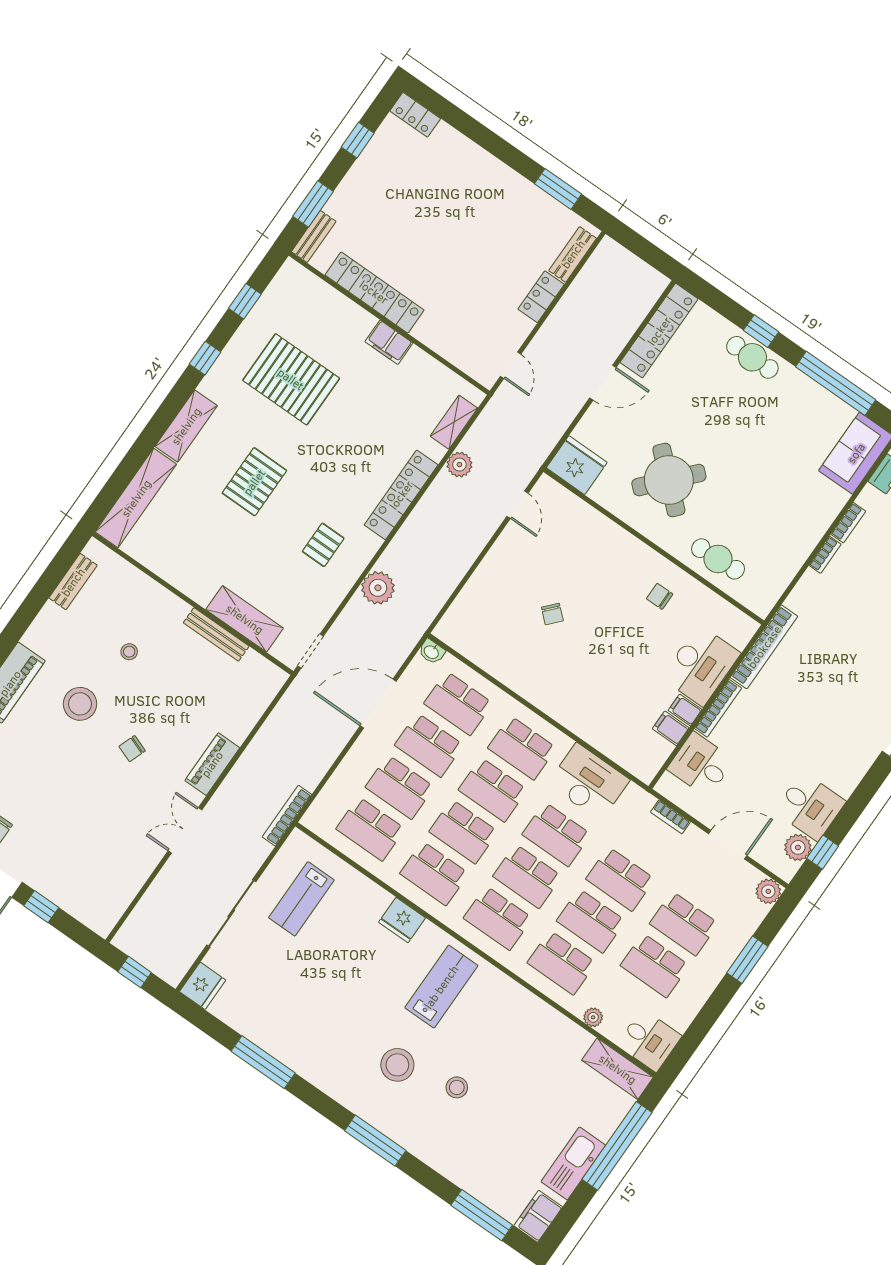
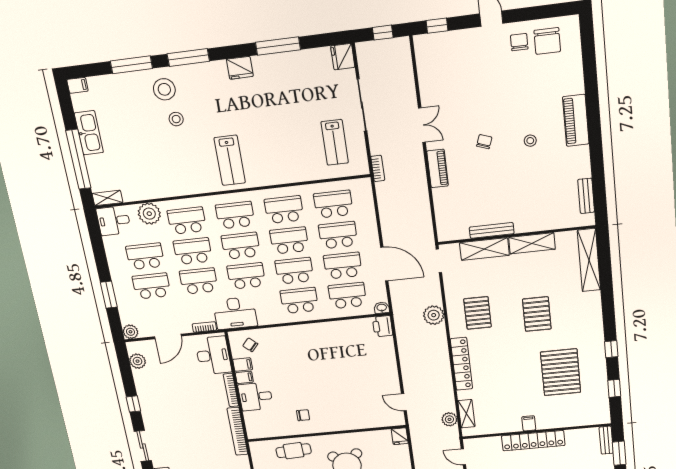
locker: (374, 292) -> (533, 441), moved
filing cabinet: (389, 342) -> (529, 423), width x0.50
pallet: (291, 379) -> (561, 372), turned 90
shelving: (186, 426) -> (532, 243), moved, turned 90
plant: (459, 465) -> (449, 419), moved
fridge: (577, 465) -> (400, 436), width x0.53, depth x0.75
pallet: (323, 545) -> (477, 313), width x1.50, depth x1.42
chair: (552, 614) -> (250, 345), moved
printer: (452, 627) -> (383, 326), added
stool: (129, 652) -> (528, 186), removed
desk: (701, 665) -> (256, 397), width x0.73
stool: (80, 704) -> (530, 141), width x0.53, depth x0.53
door: (378, 704) -> (384, 264), hinge flipped
desk: (701, 765) -> (213, 355), width x1.37
desk: (589, 782) -> (235, 313), moved
desk: (810, 806) -> (150, 383), removed
bookcase: (287, 816) -> (378, 168), width x0.64
window: (823, 852) -> (133, 404), moved
lab bench: (301, 899) -> (335, 142), turned 180
window: (41, 907) -> (437, 26), moved
fridge: (402, 920) -> (240, 68), moved, turned 180
plant: (593, 1017) -> (149, 214), width x1.87, depth x1.87
stool: (397, 1065) -> (164, 89), moved
shelving: (618, 1069) -> (107, 198), width x0.67, depth x0.75
window: (482, 1215) -> (131, 65), moved
filing cabinet: (538, 1216) -> (77, 85), width x0.50

